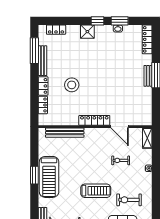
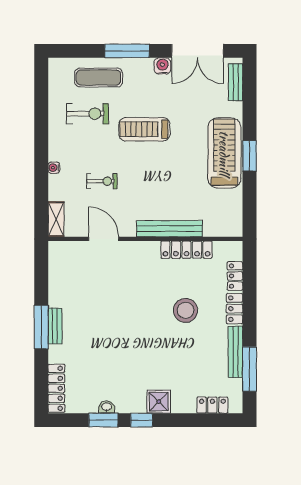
locker: (94, 120) -> (186, 250), moved
bench: (65, 133) -> (169, 229), moved

